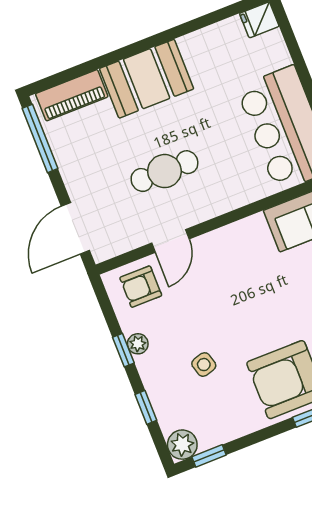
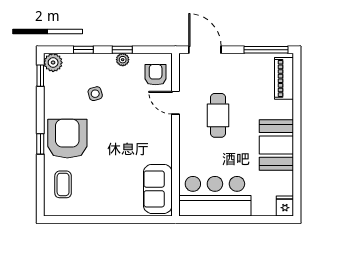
booth: (147, 79) -> (276, 145), moved

